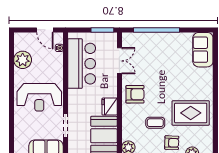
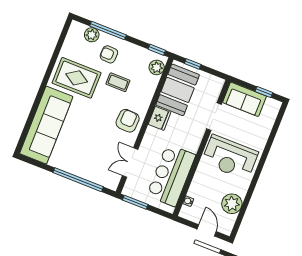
door: (45, 30) -> (207, 230), moved
sofa: (203, 50) -> (46, 125), width x1.85, depth x1.27
armchair: (135, 94) -> (128, 121), turned 93
reception desk: (39, 97) -> (230, 157), turned 180

